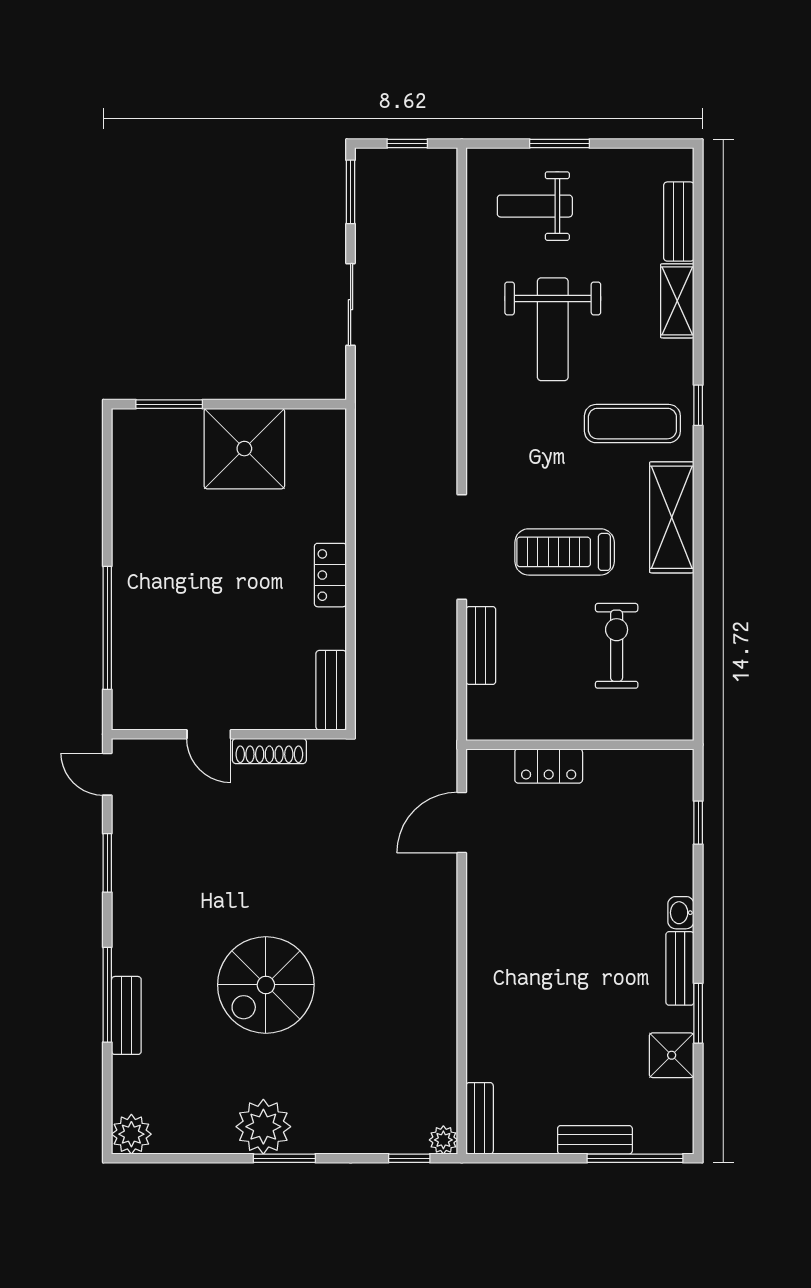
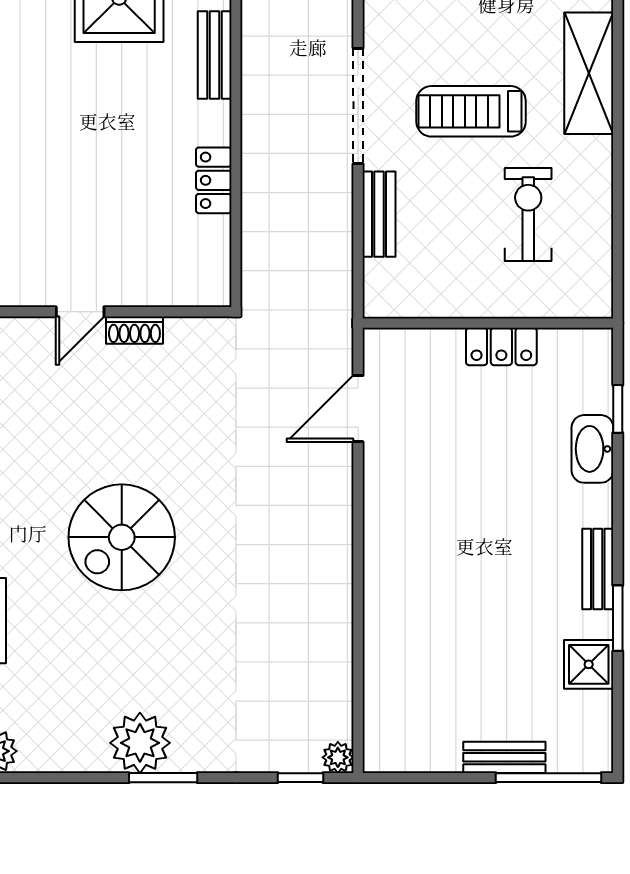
locker: (330, 575) -> (214, 180), moved
bench: (331, 690) -> (215, 55), moved
door: (209, 734) -> (80, 312), hinge flipped
shoe rack: (269, 751) -> (134, 330), width x0.70
locker: (549, 766) -> (501, 347), moved
washbasin: (681, 913) -> (592, 449), moved, width x1.91, depth x1.45
spiral stairs: (266, 985) -> (122, 537), moved
bench: (480, 1118) -> (378, 734), removed

